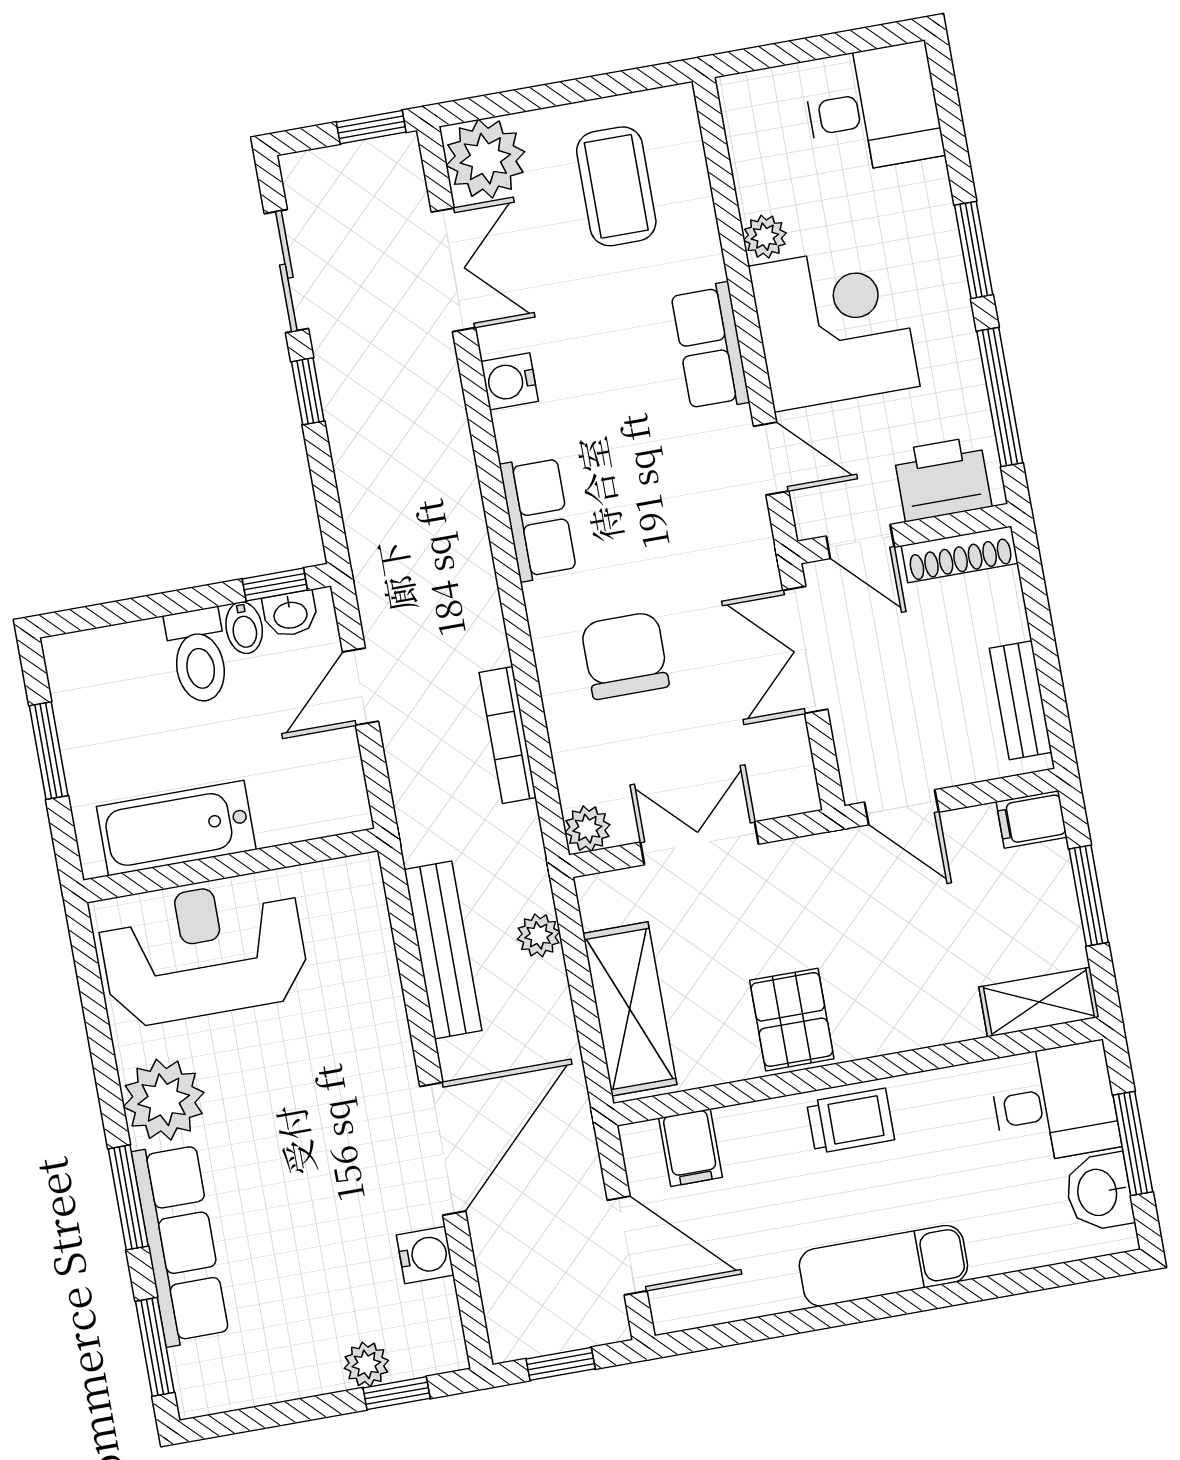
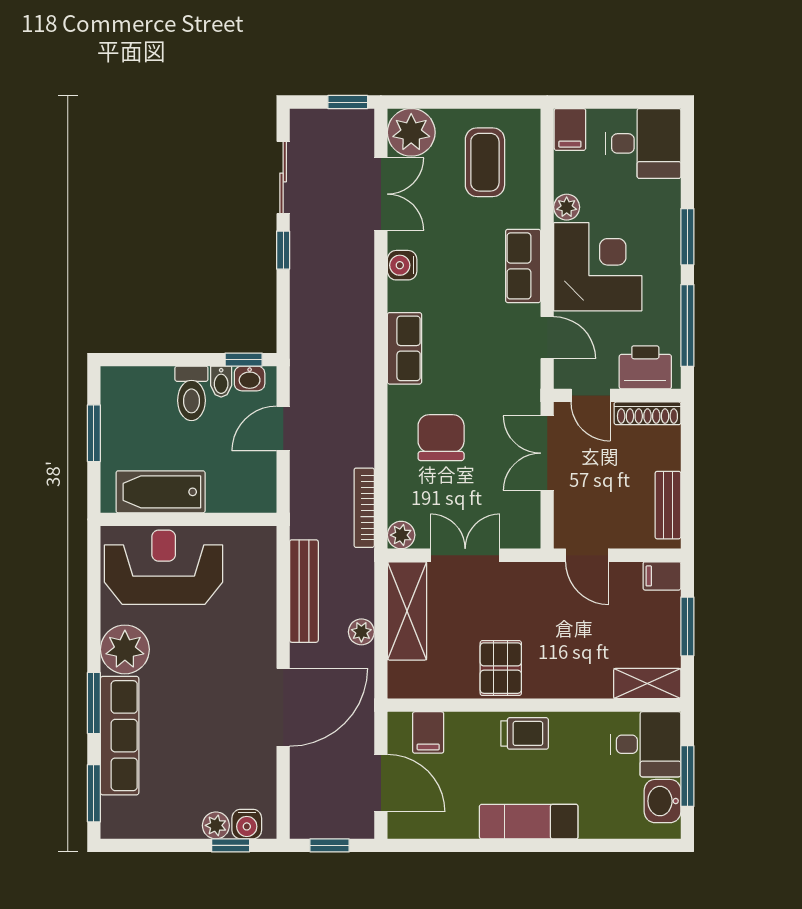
filing cabinet: (747, 107) -> (570, 129), added
bookcase: (508, 735) -> (364, 508), moved
plant: (539, 935) -> (361, 632), moved
shelving: (630, 1009) -> (407, 611), moved
water cooler: (425, 1255) -> (247, 824), moved, turned 90

